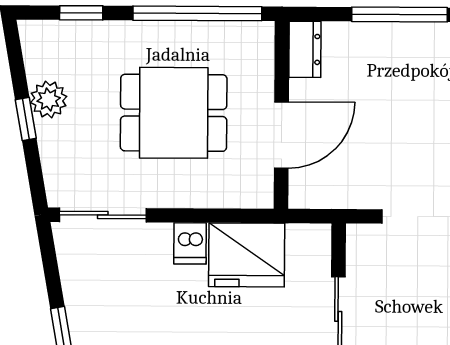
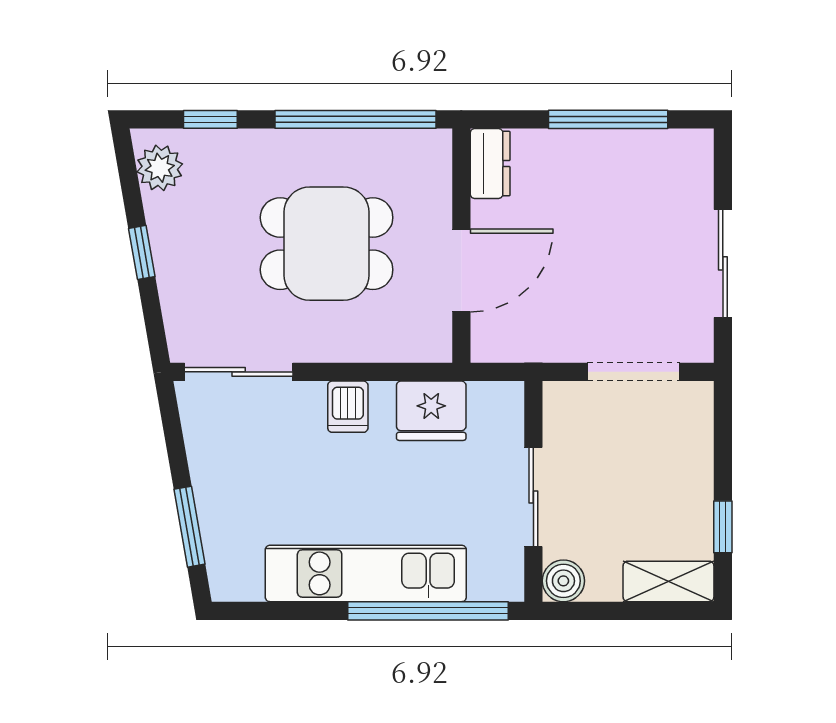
plant: (49, 100) -> (160, 168), moved
fridge: (247, 255) -> (431, 411), width x0.73, depth x0.75

